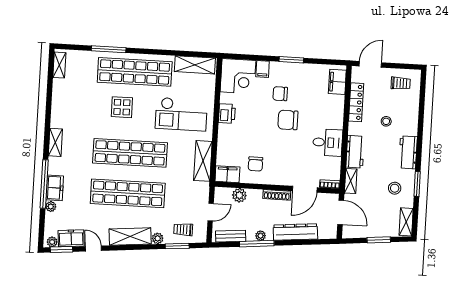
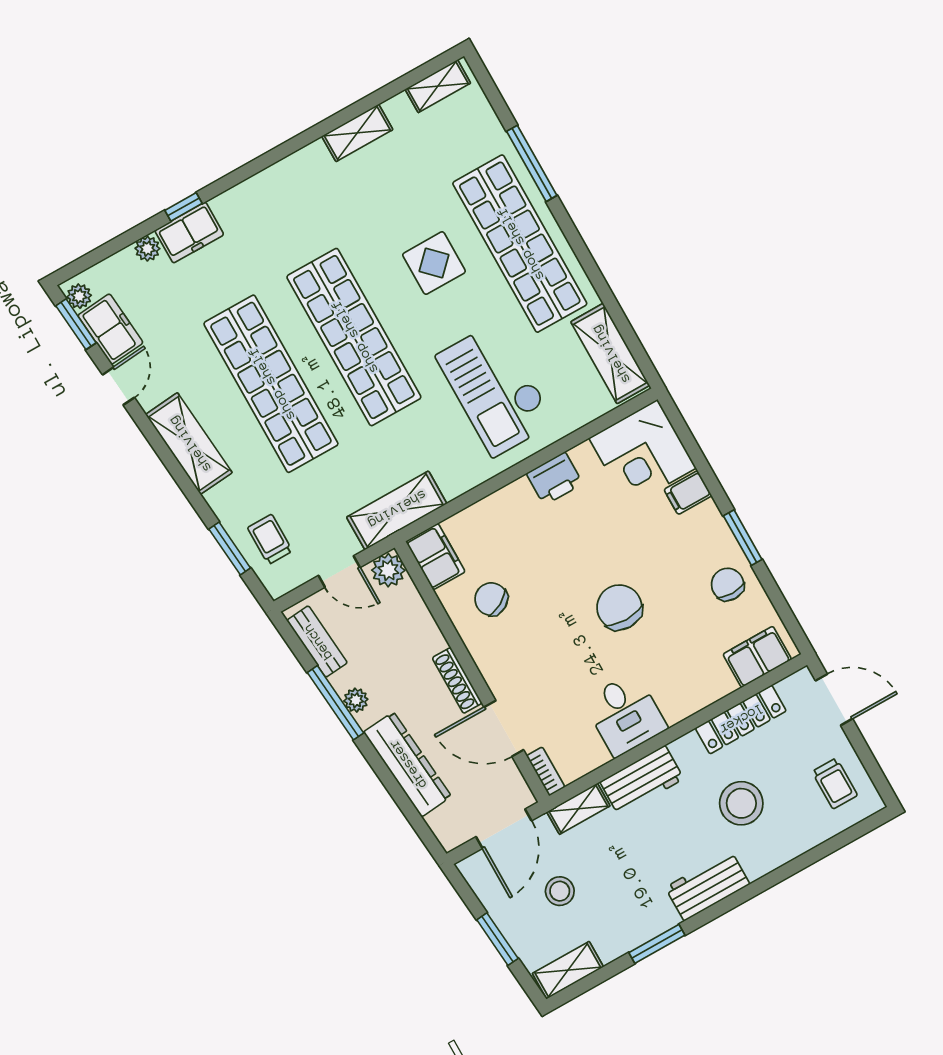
chair: (280, 94) -> (728, 584), moved
stool: (386, 121) -> (741, 803), width x1.89, depth x1.89
shelving: (55, 142) -> (357, 133), moved
shelving: (203, 161) -> (397, 510), moved
chair: (255, 164) -> (491, 599), turned 60
window: (44, 184) -> (183, 207), width x0.32
stool: (395, 188) -> (560, 891), moved
plant: (239, 195) -> (388, 570), moved
plant: (158, 238) -> (220, 500), removed

